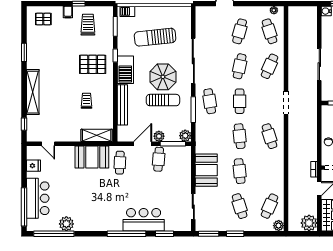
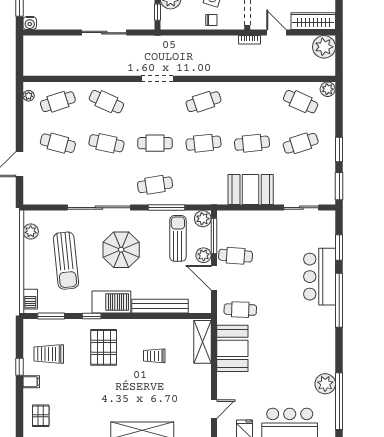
plant: (176, 12) -> (31, 231), added
sun lounger: (163, 100) -> (178, 238), moved

